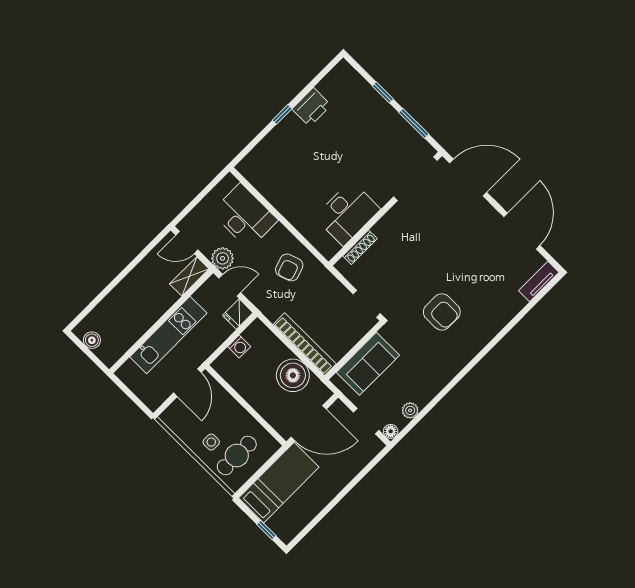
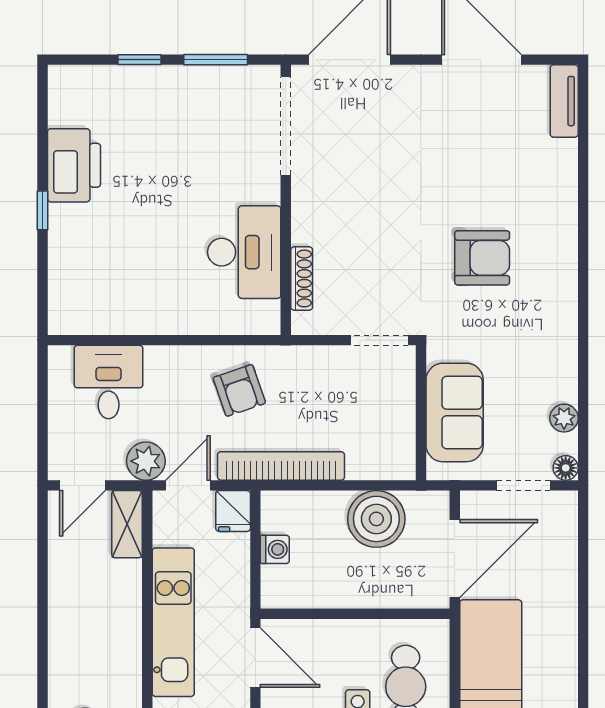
printer: (311, 107) -> (74, 165), width x1.37, depth x1.19
desk: (245, 216) -> (109, 382), width x0.73
bookcase: (305, 344) -> (281, 466), moved

